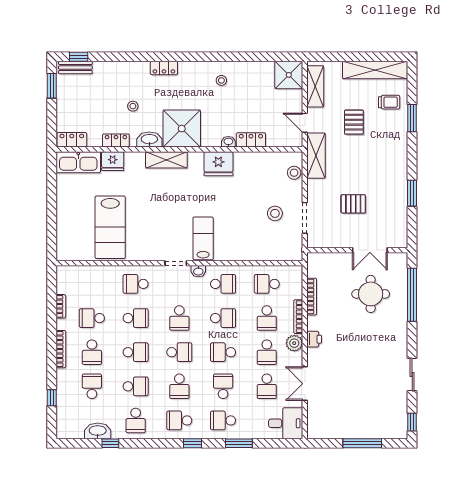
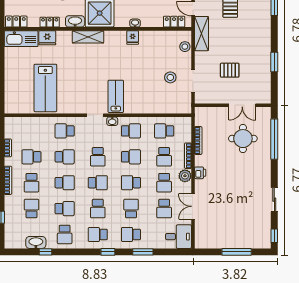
locker: (251, 140) -> (174, 22), moved
fridge: (218, 164) -> (133, 37), width x0.53, depth x0.75

